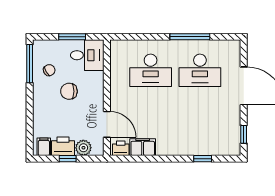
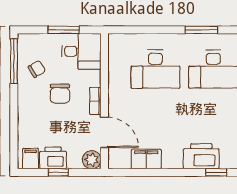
window: (190, 37) -> (201, 30), width x0.69
chair: (69, 91) -> (60, 94), turned -90
bookcase: (99, 98) -> (95, 101), added
plant: (83, 148) -> (92, 160), moved
printer: (121, 148) -> (201, 156), moved, width x1.87, depth x1.48

